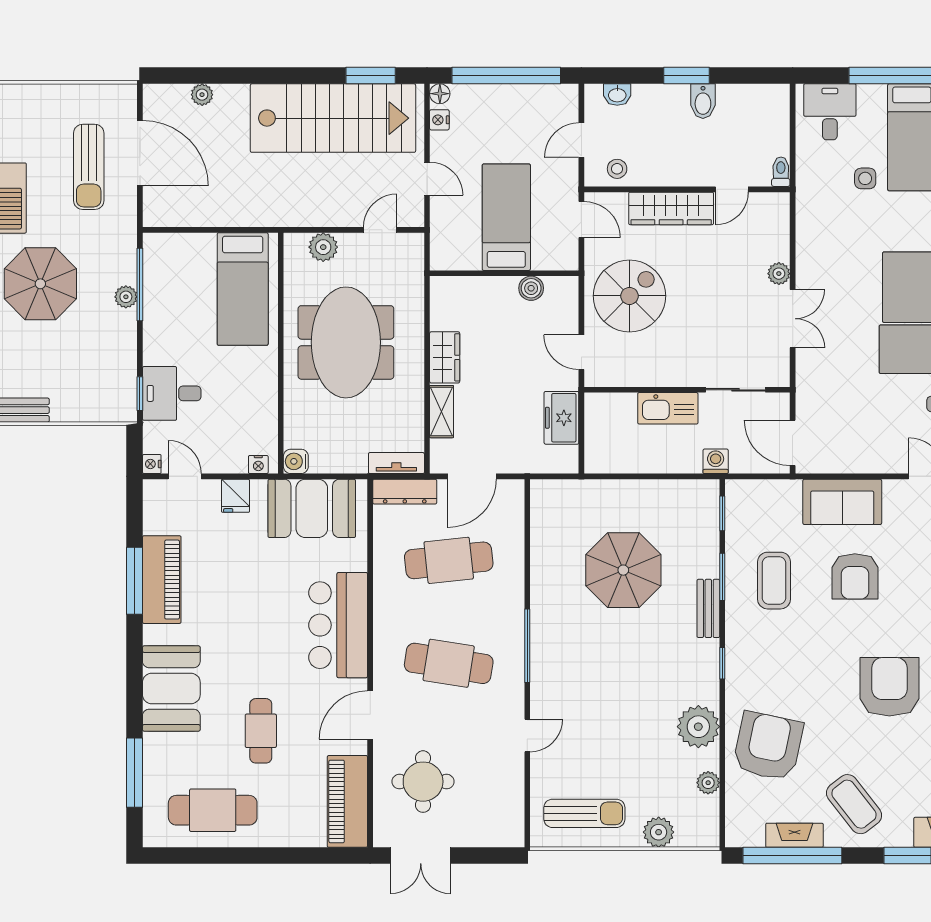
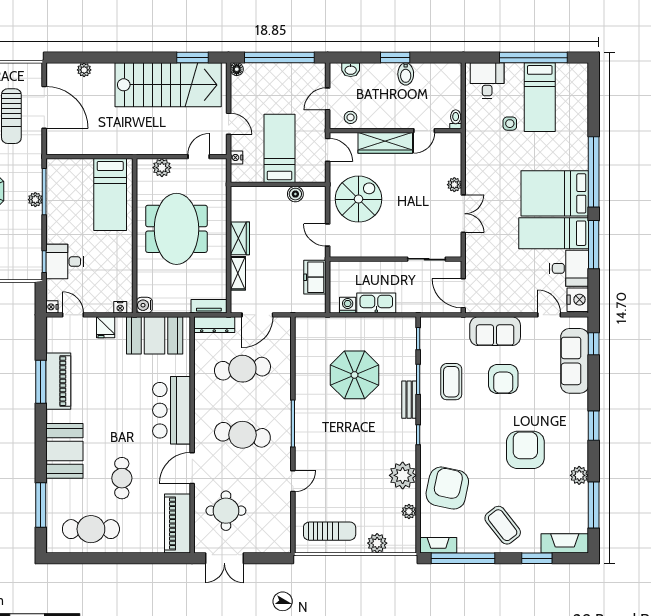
nightstand: (439, 120) -> (236, 158), moved
kitchen sink: (668, 408) -> (376, 303), moved, turned 180
washing machine: (716, 461) -> (348, 305), moved
fireplace: (794, 835) -> (438, 545), moved

